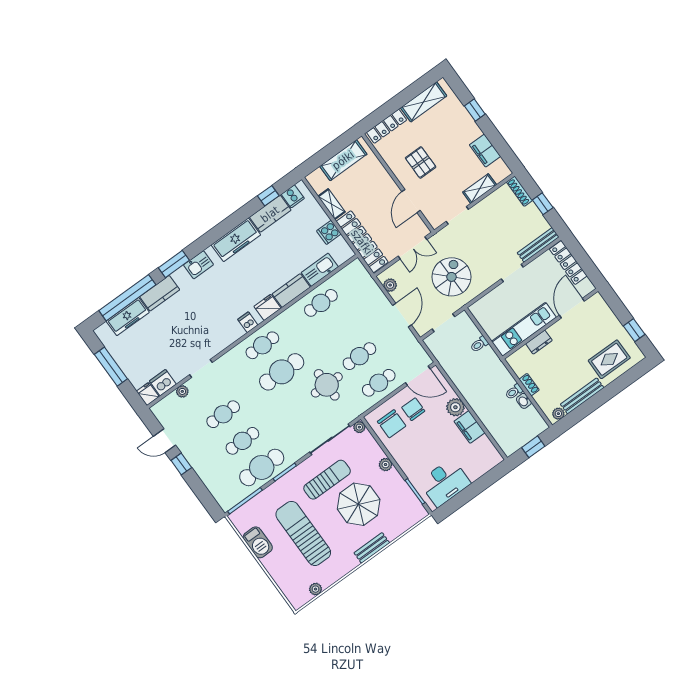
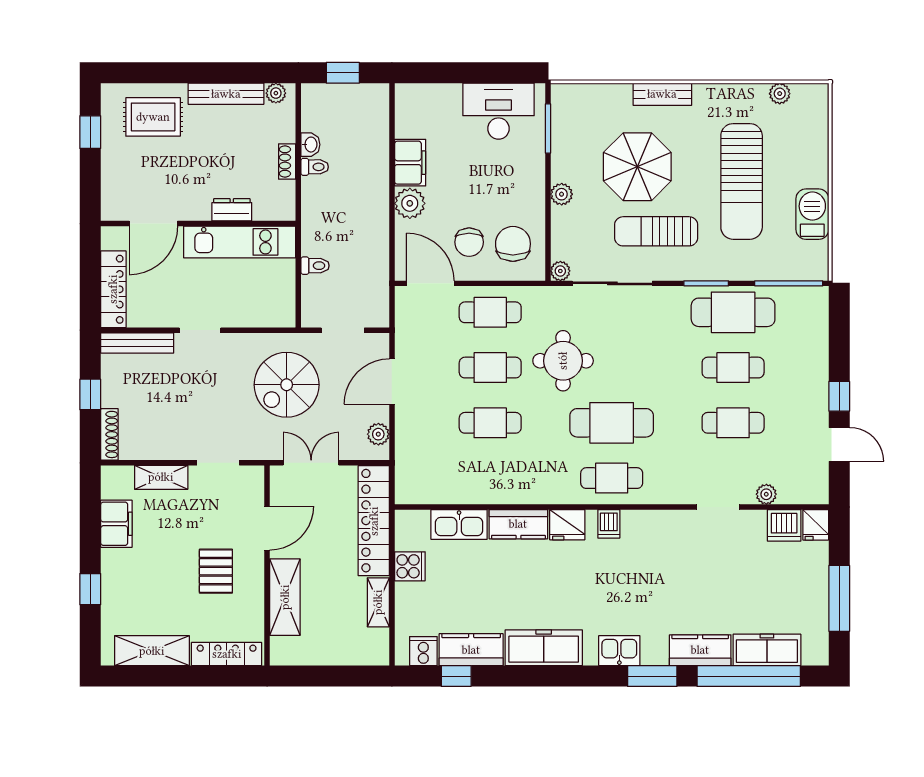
shelving: (343, 160) -> (285, 597), moved, turned 90
cafe table: (321, 303) -> (490, 423), moved

